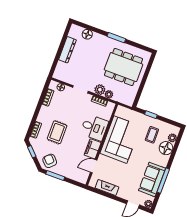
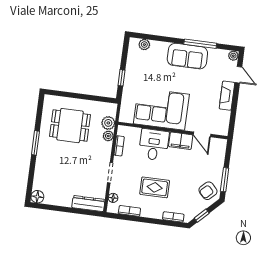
floor lamp: (87, 34) -> (37, 197), moved
dresser: (67, 50) -> (88, 204), moved
dining table: (124, 67) -> (70, 126), width x0.73
plant: (100, 90) -> (108, 123), moved
rug: (57, 132) -> (155, 187), moved
coffee table: (152, 135) -> (146, 71), removed
floor lamp: (166, 148) -> (159, 50), removed
sofa: (152, 179) -> (187, 56), moved
fireplace: (107, 188) -> (227, 96), moved

